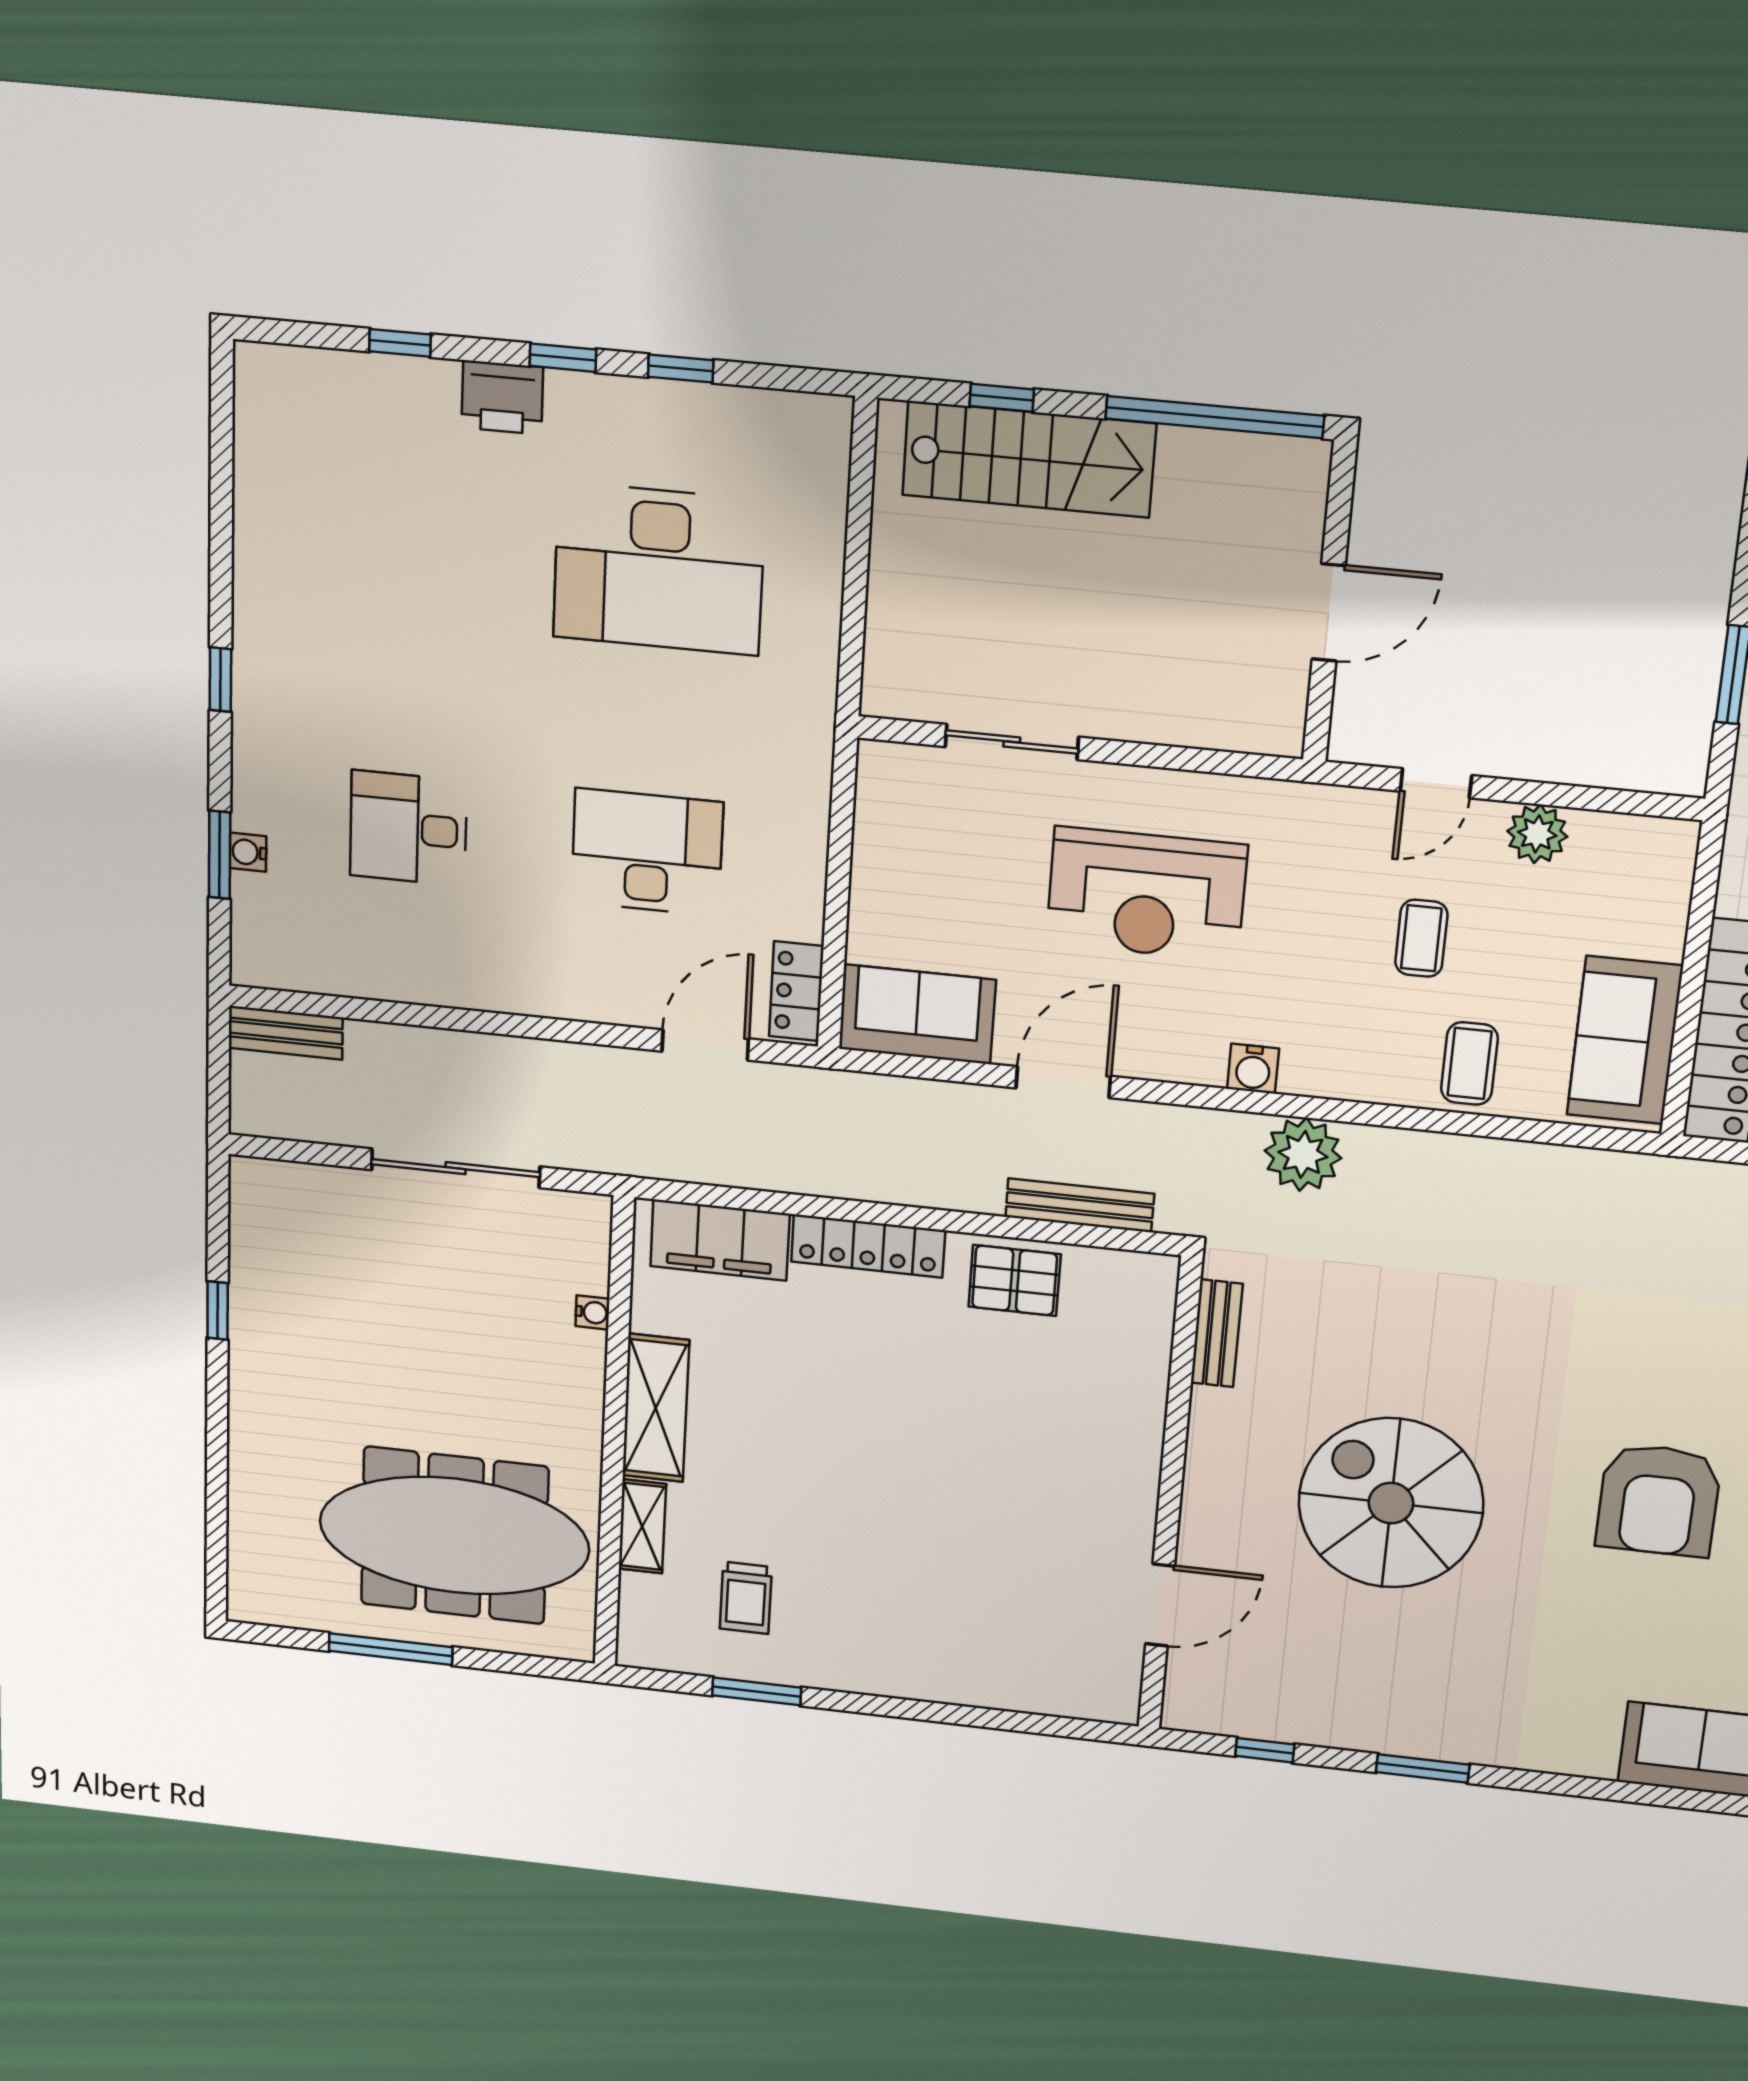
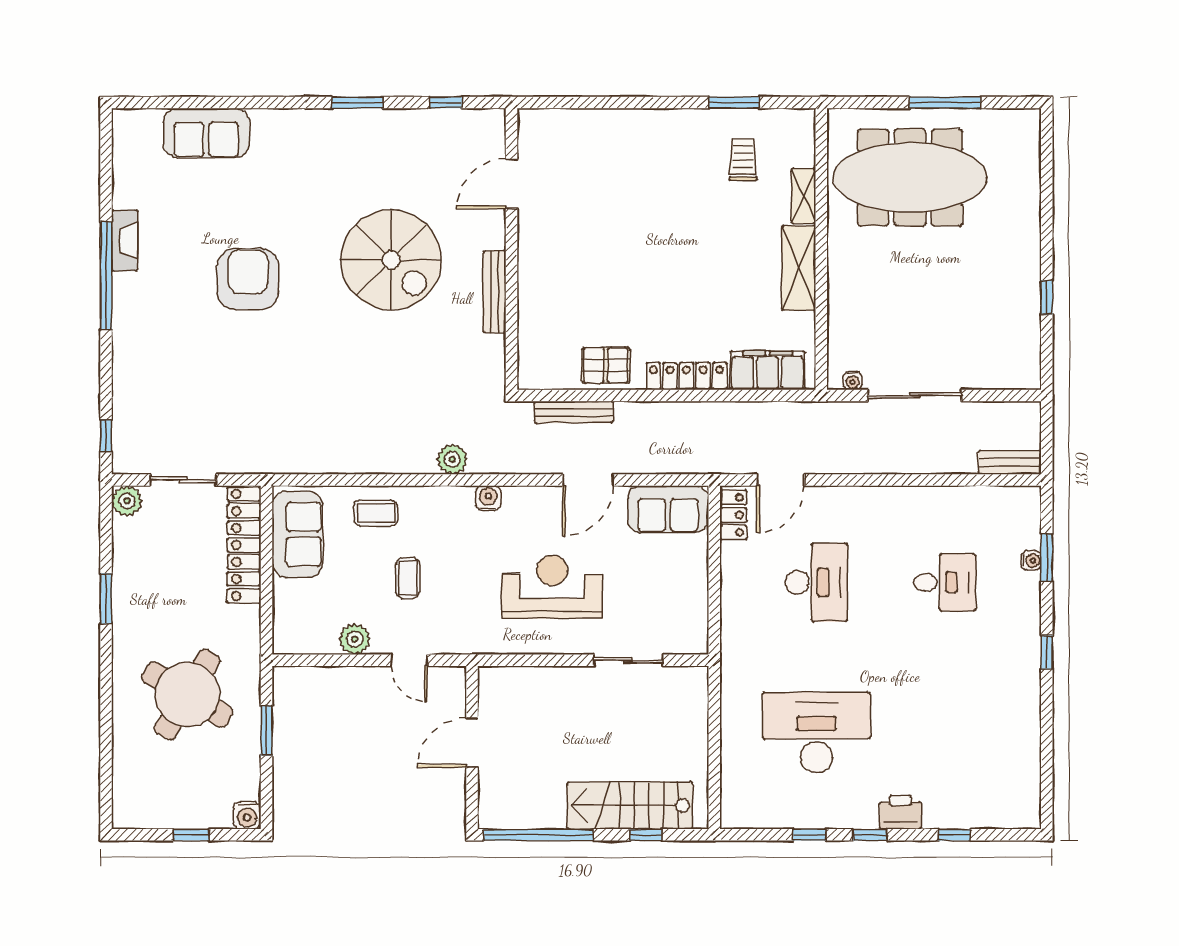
door: (1436, 783) -> (409, 660), swing flipped
desk: (647, 852) -> (816, 582), turned -90
coffee table: (1469, 1064) -> (376, 513), turned 90
plant: (1303, 1154) -> (452, 459), width x0.73, depth x0.73
water cooler: (593, 1312) -> (853, 381), moved, turned -90
bench: (1217, 1333) -> (494, 292), moved, width x1.36

